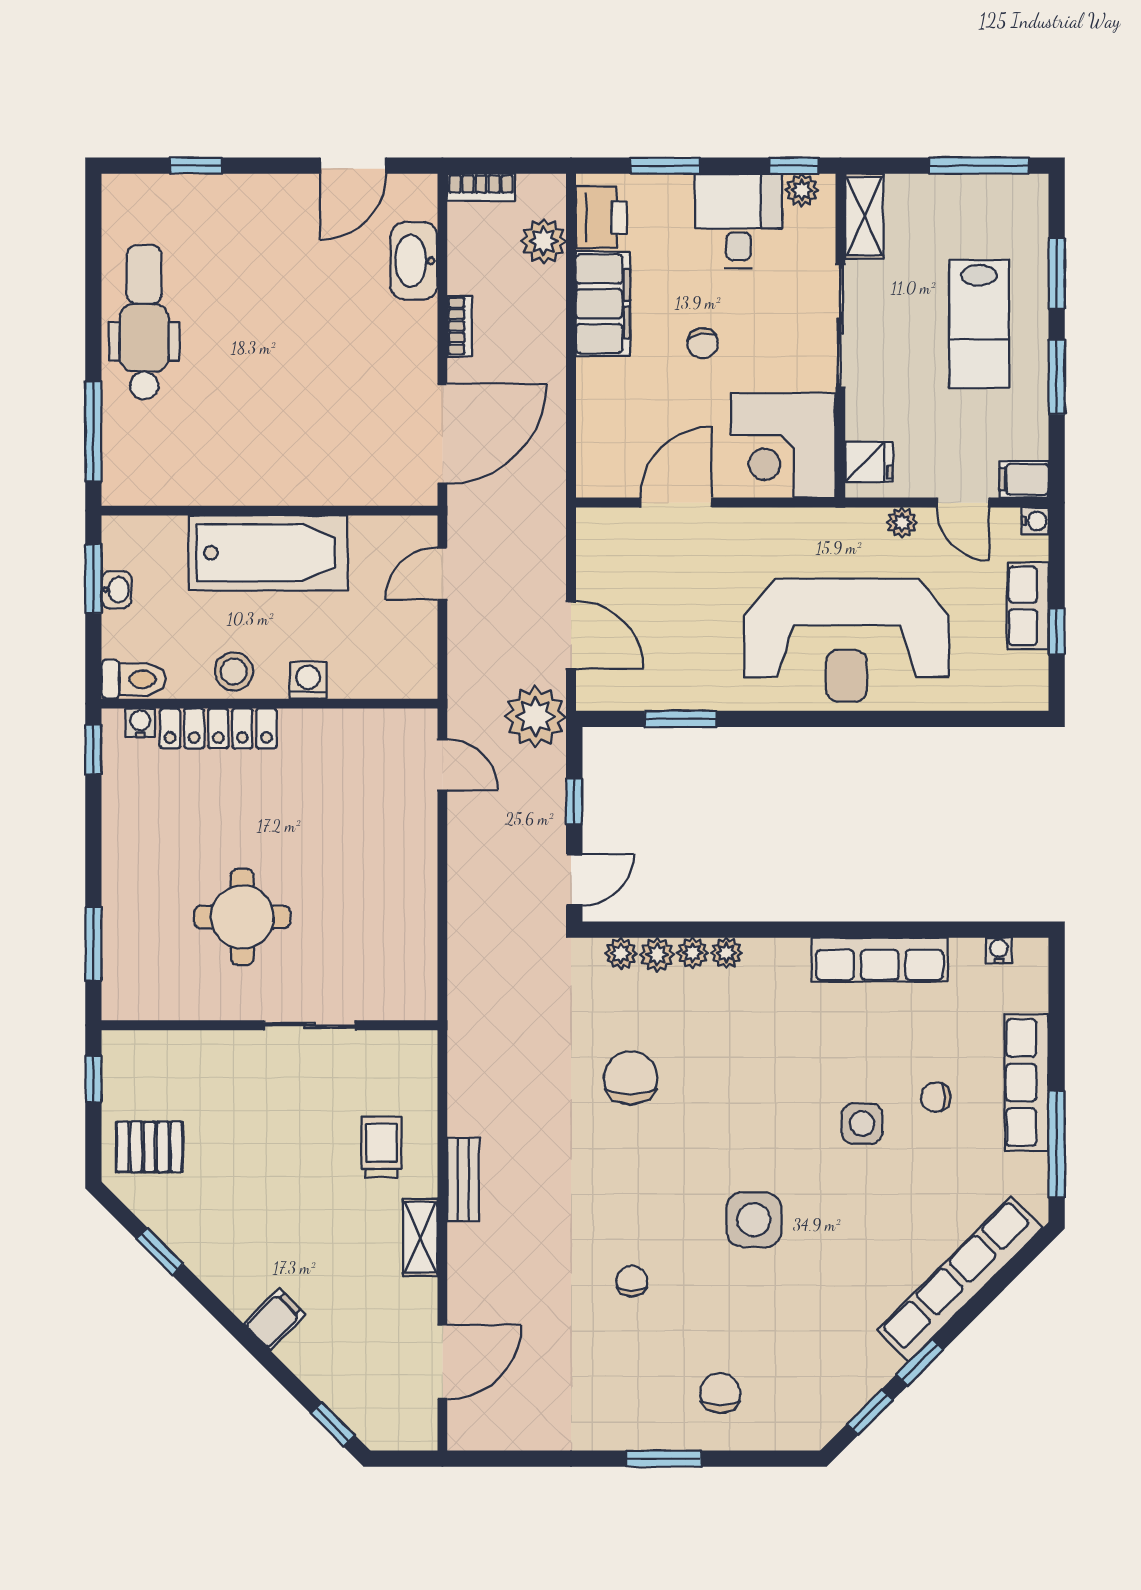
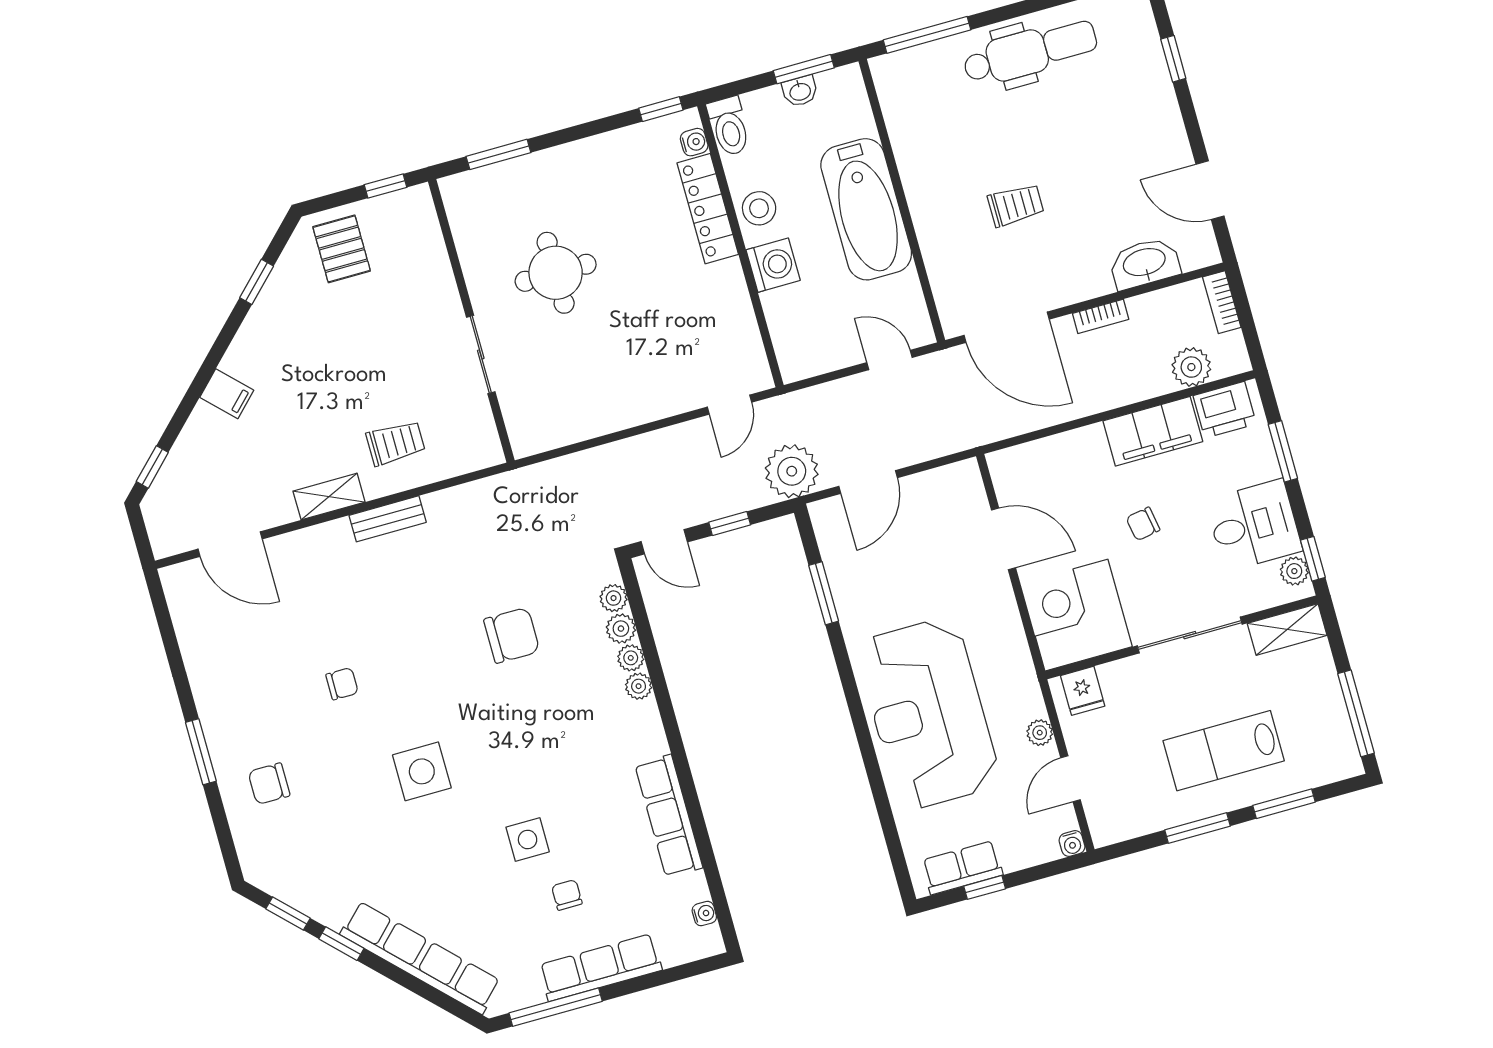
trolley: (310, 386) -> (1016, 205), added
filing cabinet: (1024, 479) -> (1104, 825), removed
row of seats: (1028, 606) -> (962, 868), moved
washing machine: (308, 680) -> (773, 265), width x1.38, depth x1.38
chair: (720, 1393) -> (269, 784), turned 180

